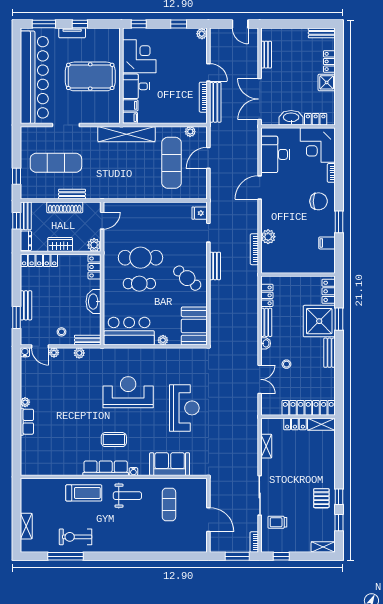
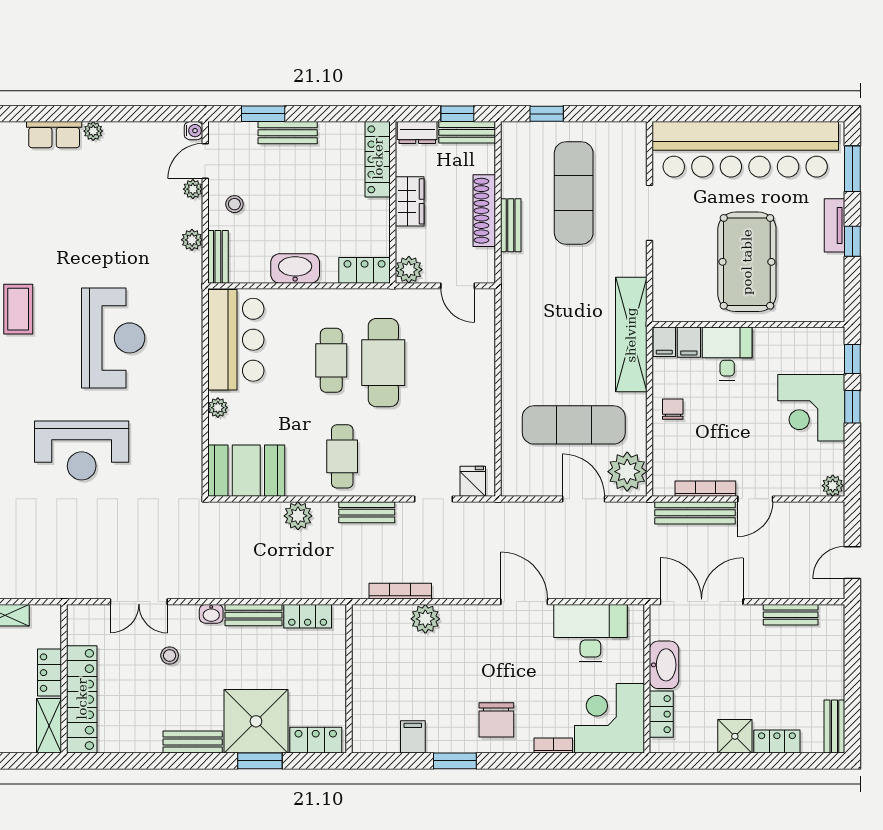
window: (179, 24) -> (852, 407), moved
corner desk: (139, 56) -> (811, 408), moved, turned 90
chair: (164, 113) -> (673, 409), added
plant: (190, 132) -> (627, 472), width x1.88, depth x1.88
cafe table: (187, 278) -> (342, 456), turned -40
plant: (217, 300) -> (298, 516), added

